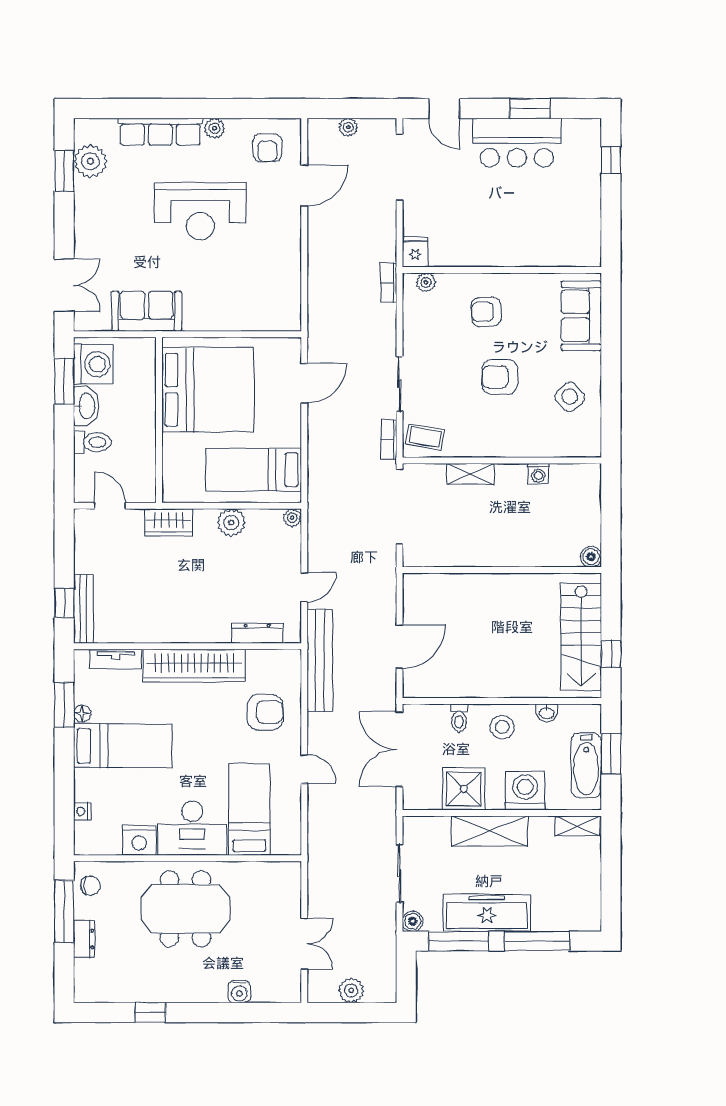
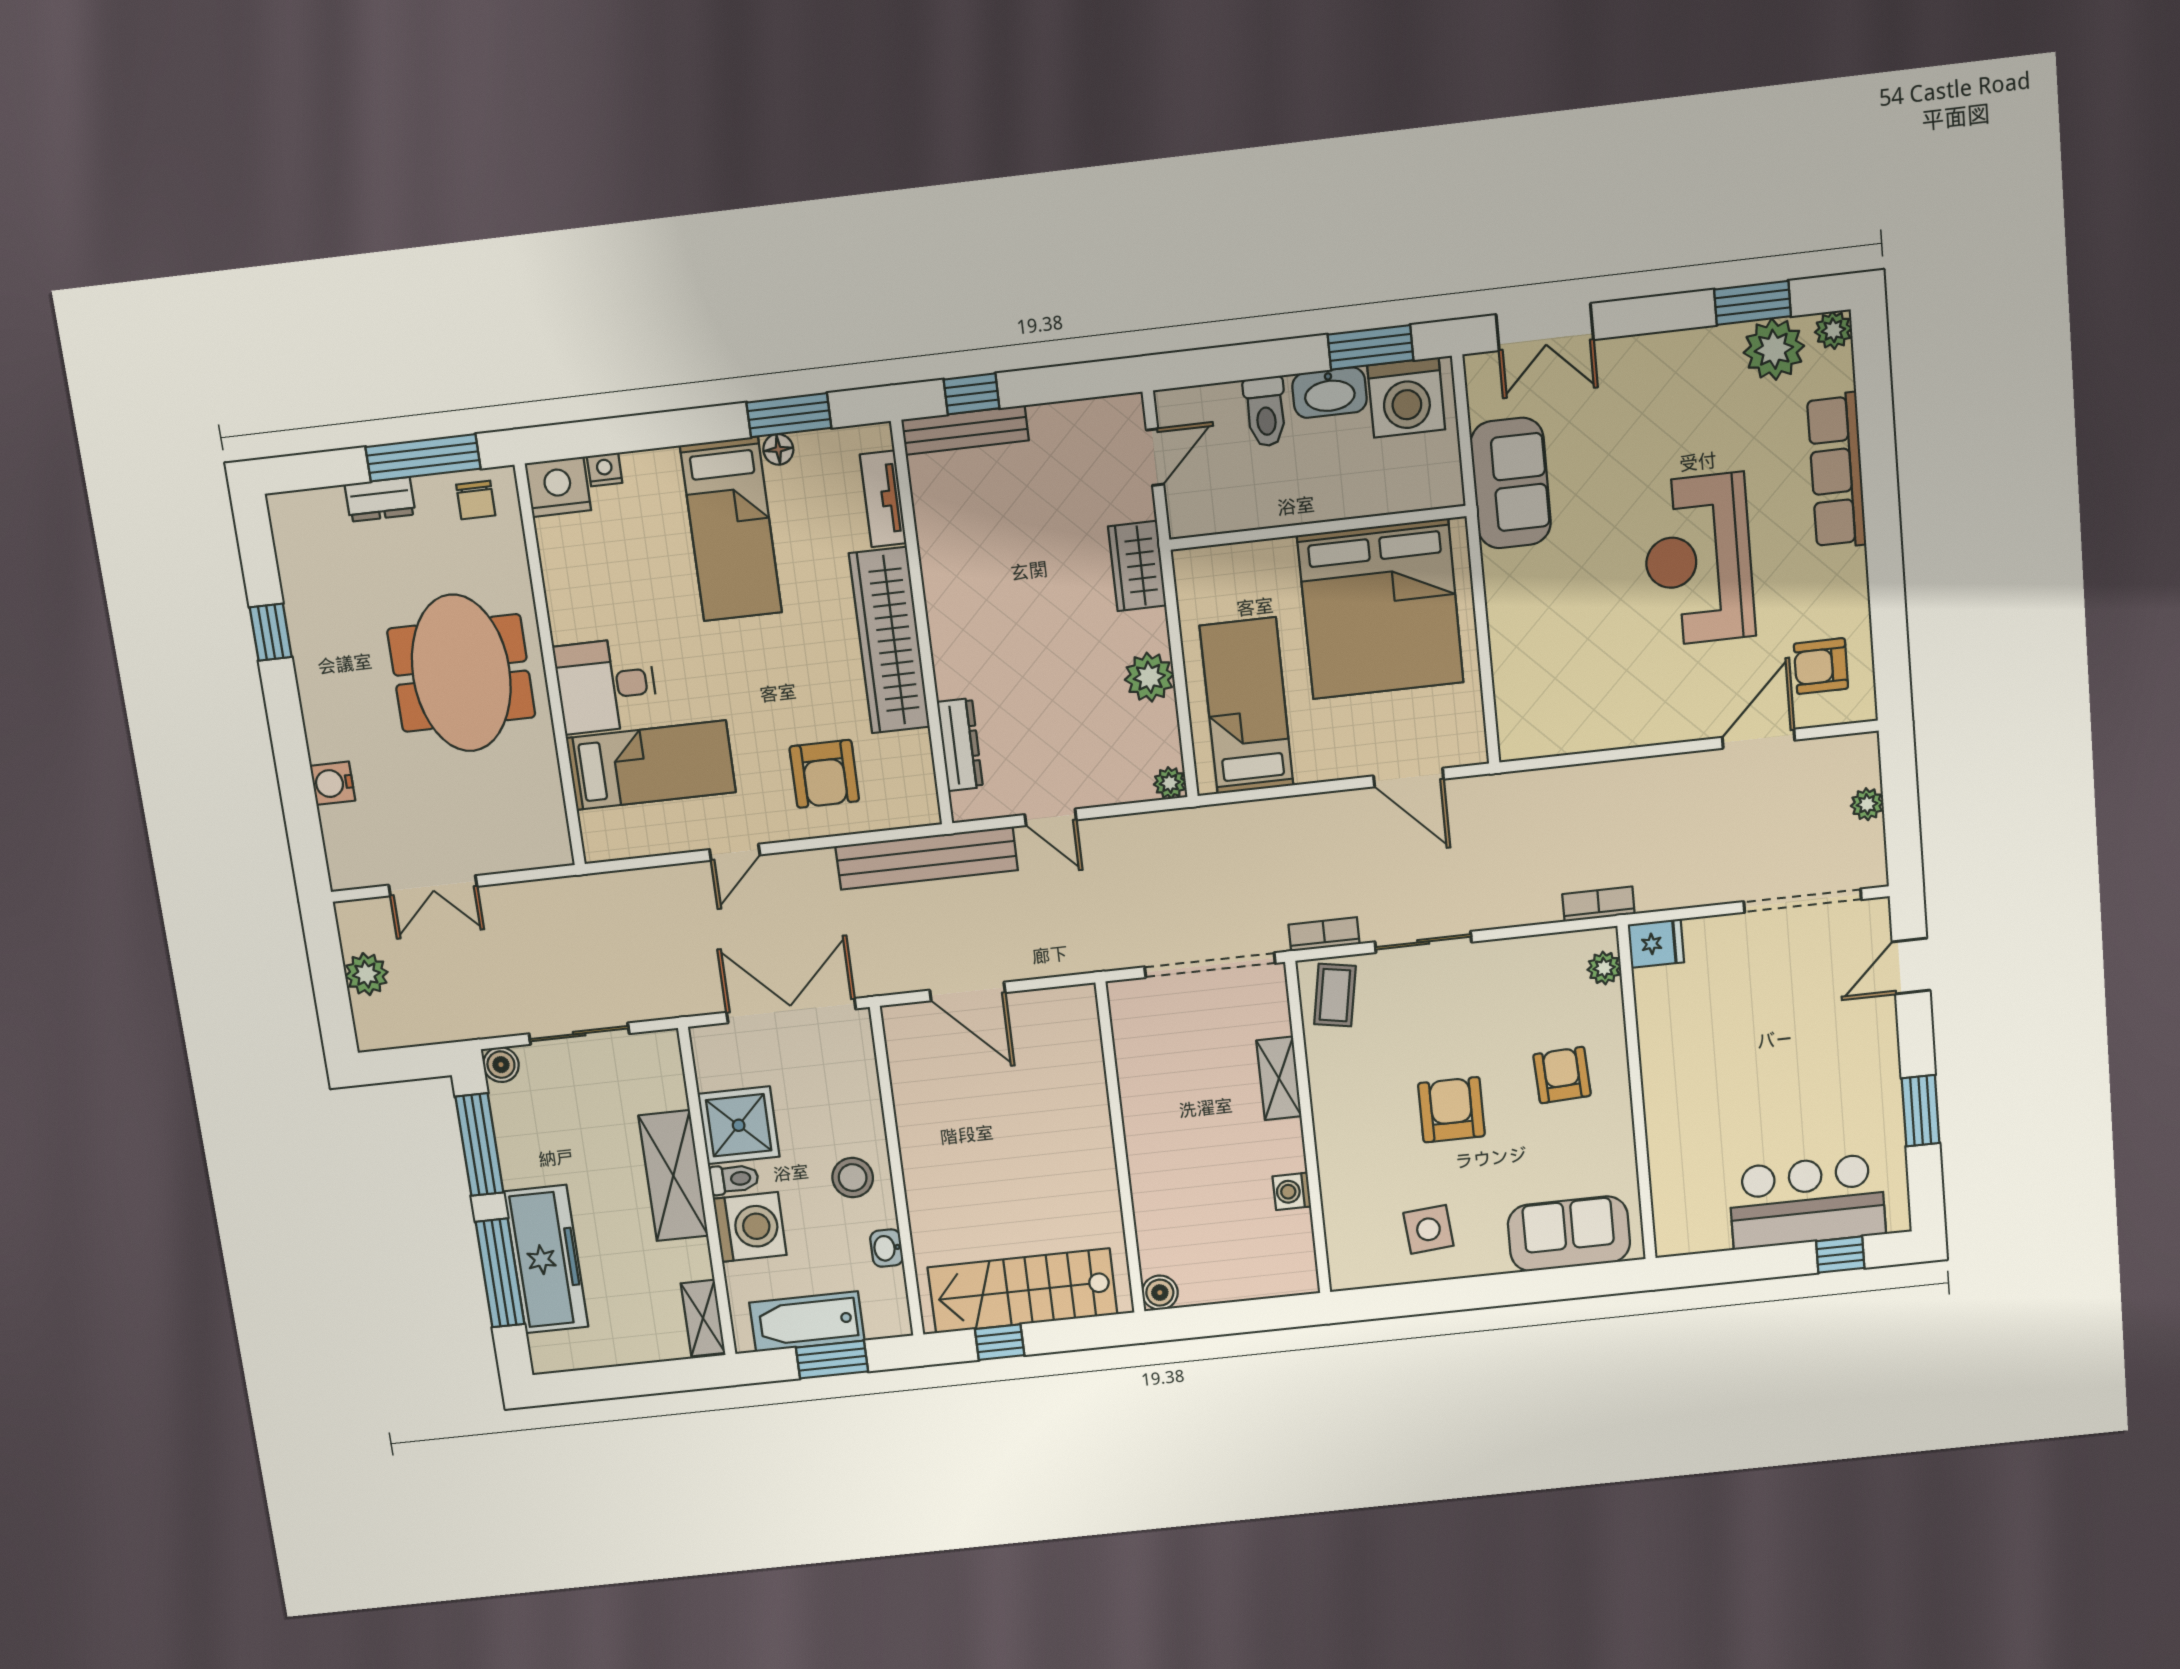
plant: (214, 128) -> (1833, 330), moved
bar counter: (517, 143) -> (1807, 1201), moved, turned 90
door: (304, 185) -> (1758, 739), swing flipped
side table: (570, 397) -> (1428, 1229), turned 37
toilet: (459, 718) -> (734, 1179), moved, turned 180
desk: (192, 828) -> (606, 686), width x0.73
nightstand: (139, 840) -> (558, 487), moved, turned 90
freezer: (487, 913) -> (546, 1259), moved

